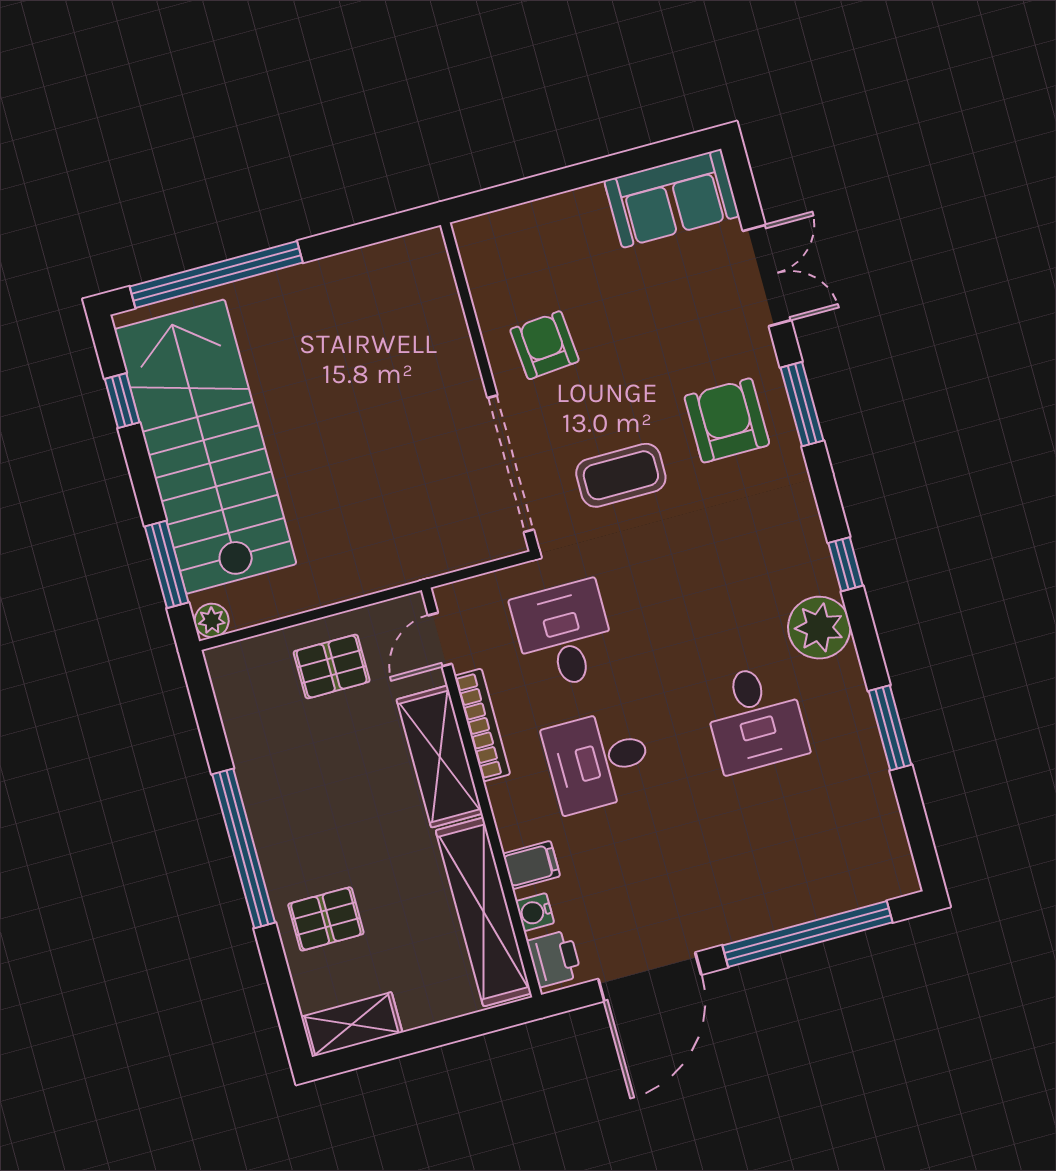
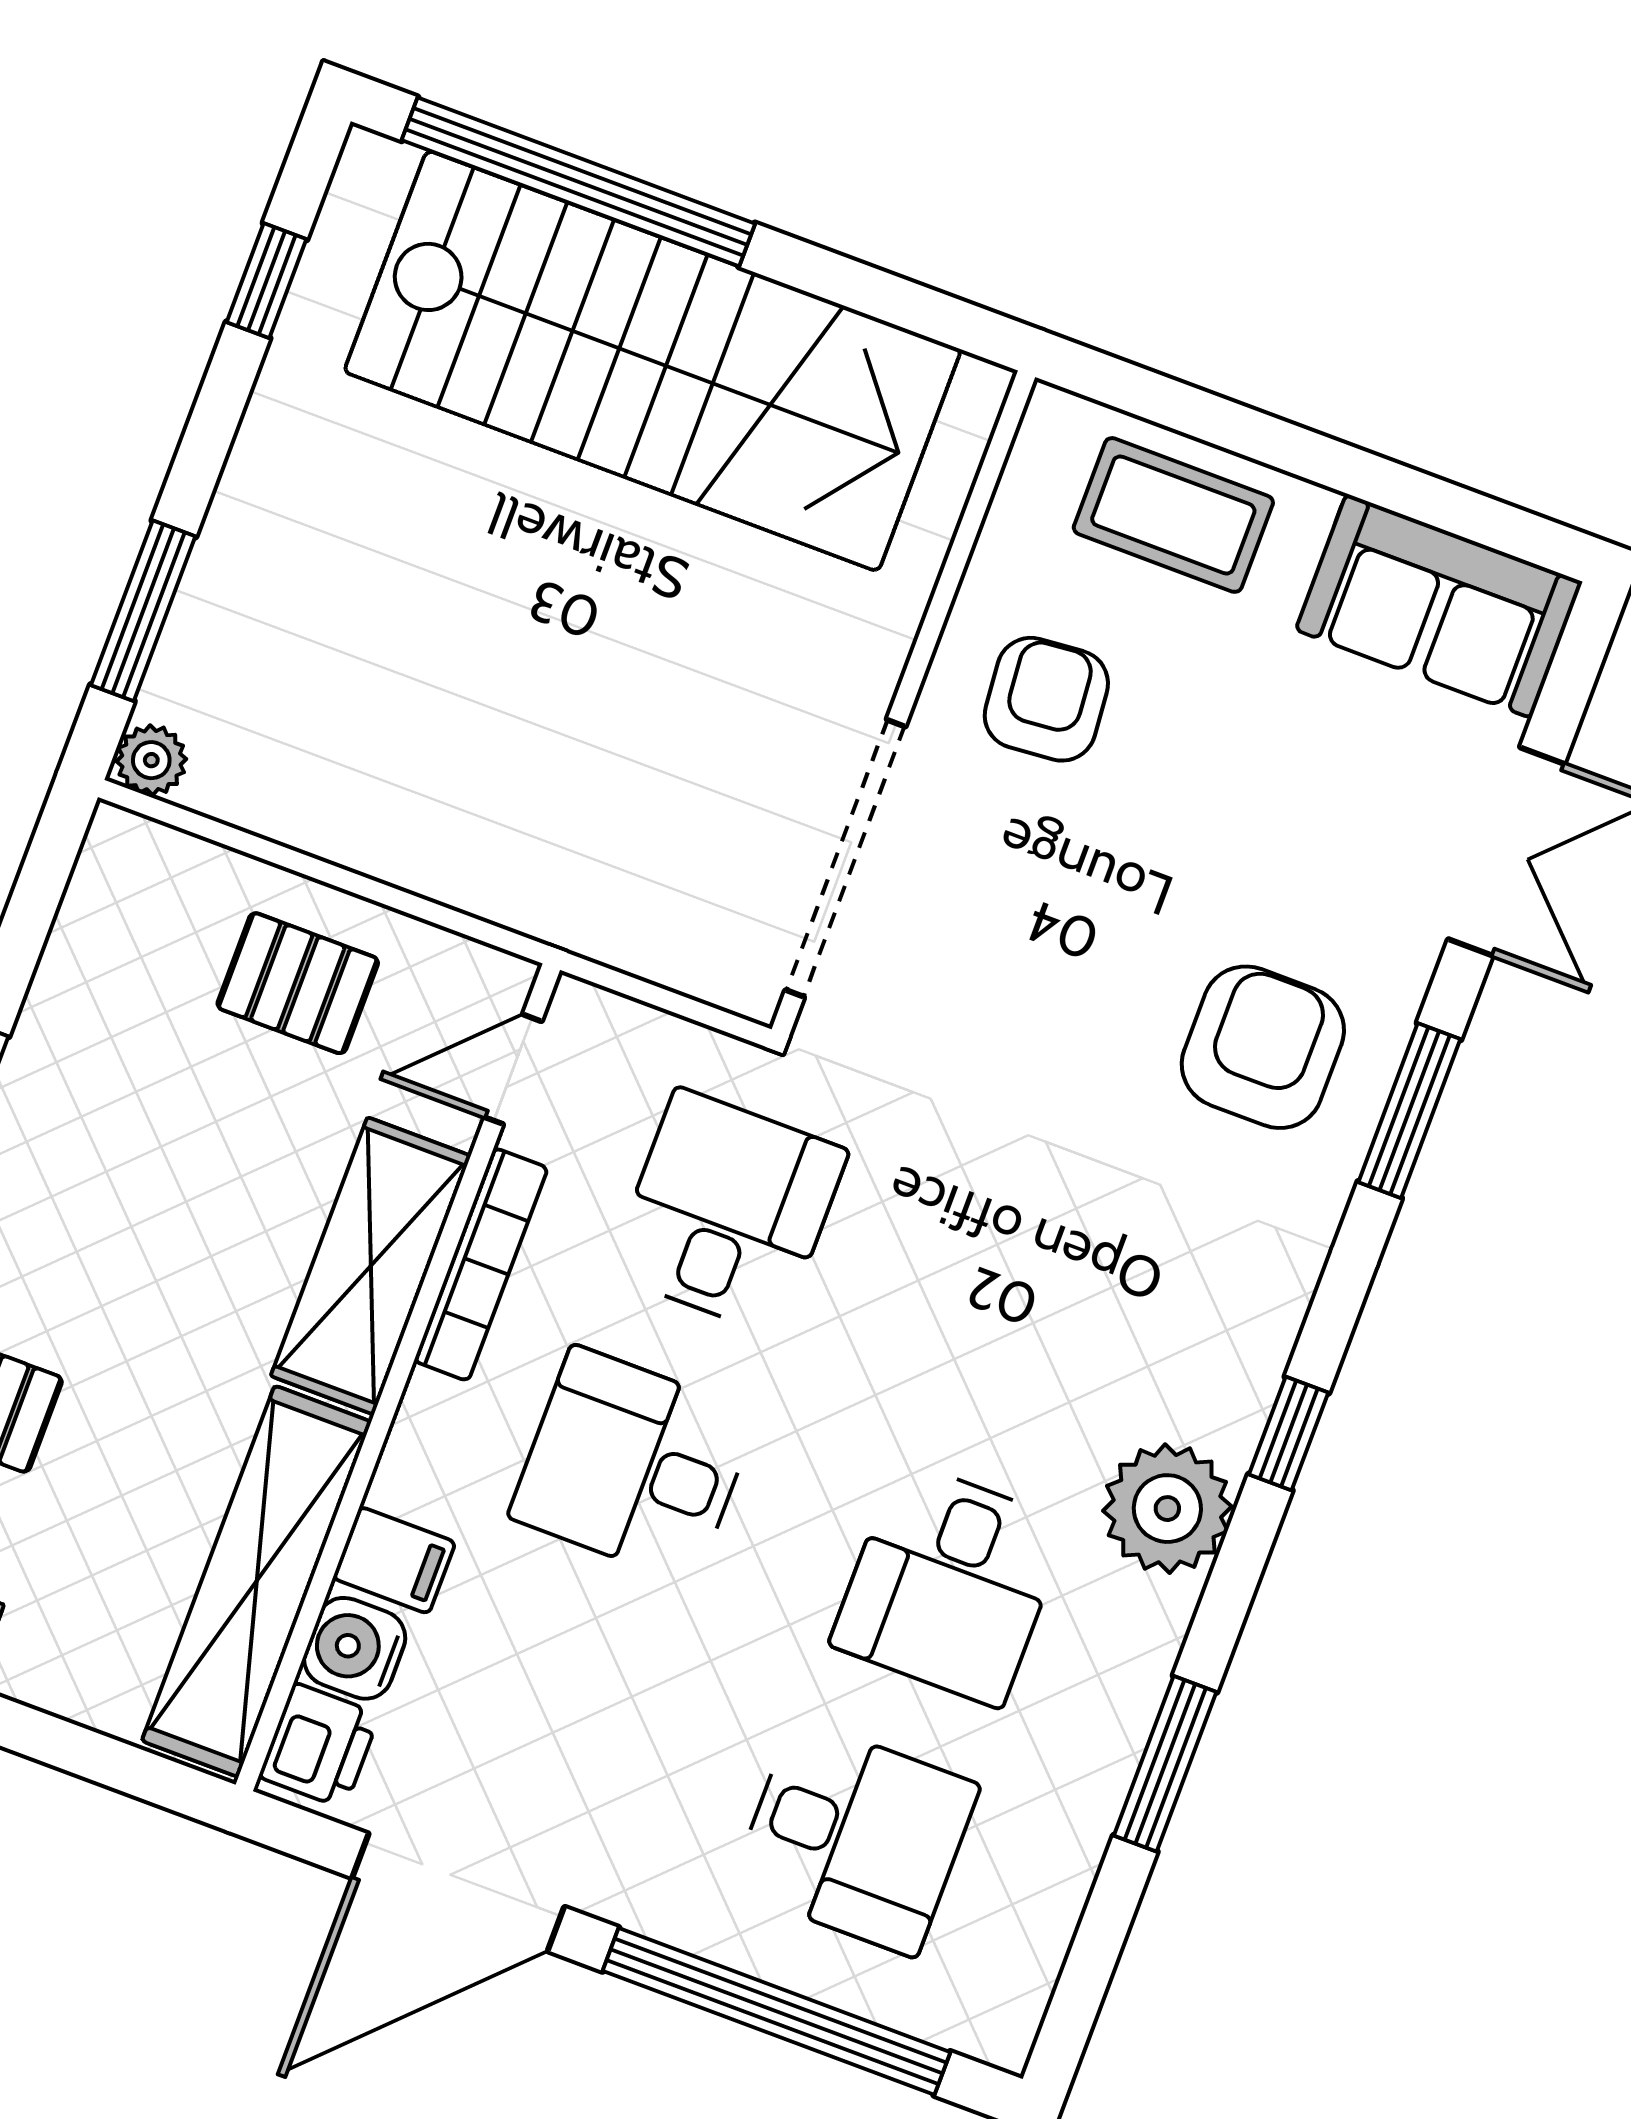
stairs: (205, 447) -> (653, 361), moved, turned 90
coffee table: (621, 475) -> (1173, 515), moved
desk: (789, 844) -> (855, 1837), added
water cooler: (535, 912) -> (355, 1648), width x1.38, depth x1.38

